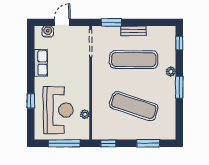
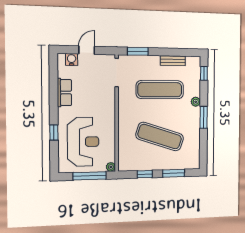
bench: (133, 31) -> (173, 61), moved
plant: (85, 114) -> (111, 167), moved
window: (108, 143) -> (145, 174), moved

